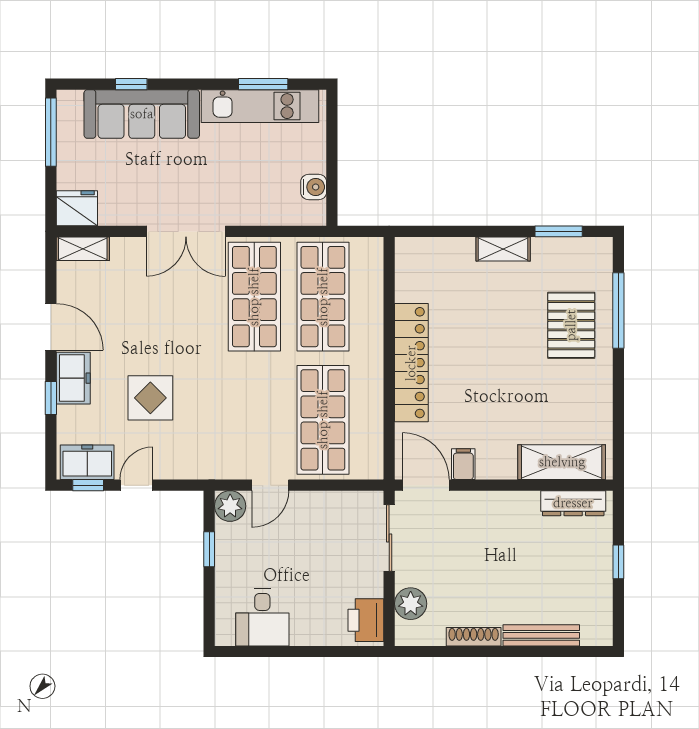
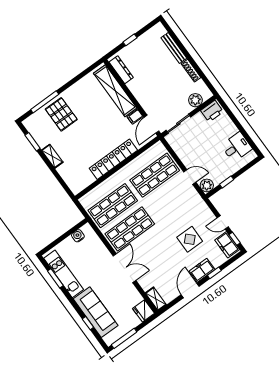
pallet: (571, 325) -> (61, 114), turned 90
shelving: (562, 462) -> (115, 91), width x1.47

